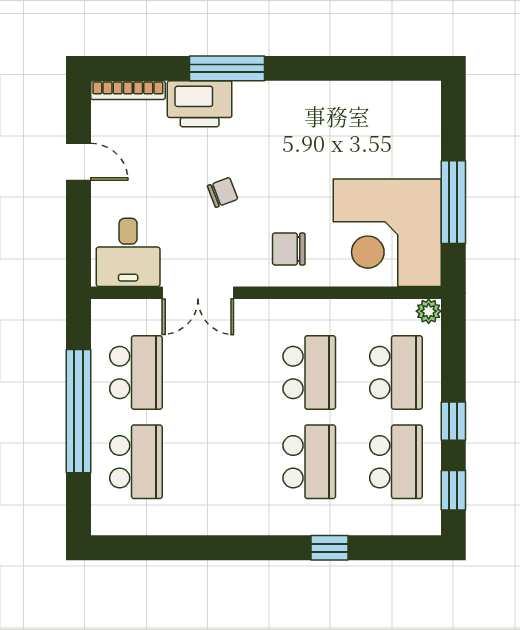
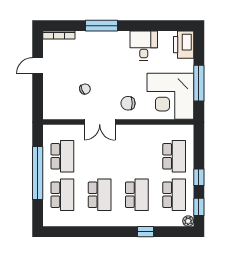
printer: (200, 104) -> (184, 45), moved, turned 90
door: (78, 162) -> (38, 66), swing flipped
chair: (223, 192) -> (85, 89), moved
desk: (128, 252) -> (144, 46), moved, turned 180
double door: (198, 293) -> (100, 122), moved
plant: (429, 311) -> (188, 221), moved
school desk: (309, 372) -> (100, 195), moved

